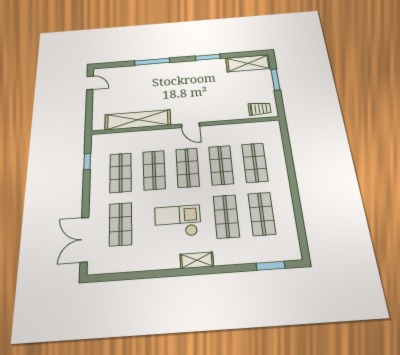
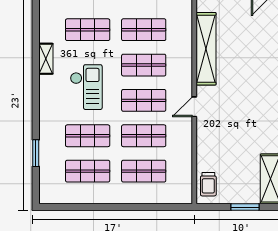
shelving: (197, 260) -> (46, 59), moved
window: (271, 266) -> (36, 153), moved

